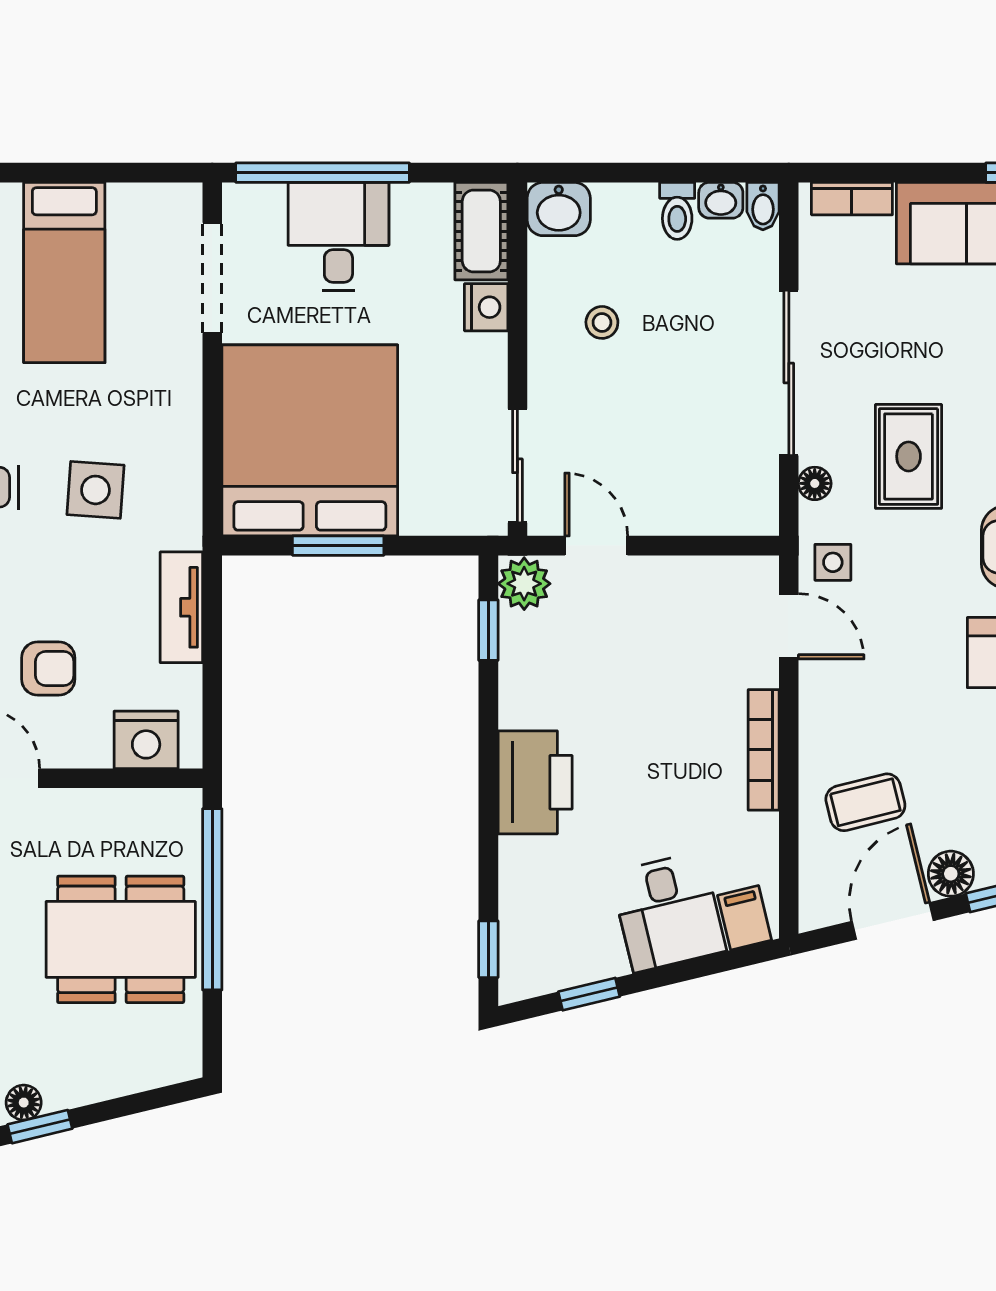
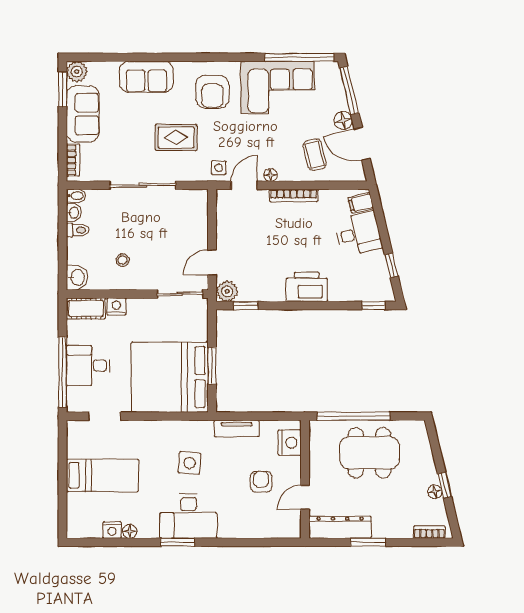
doorway: (212, 278) -> (105, 416), width x0.73
floor lamp: (815, 483) -> (270, 175), moved
dining table: (121, 939) -> (369, 453), turned 90

